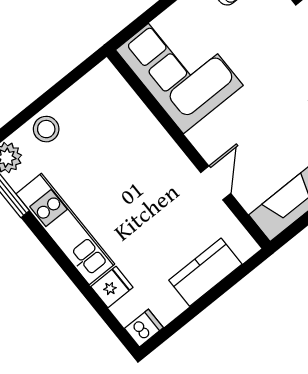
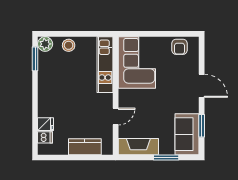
kitchen unit: (65, 229) -> (105, 65), moved, turned 180
dishwasher: (144, 328) -> (45, 137), moved

